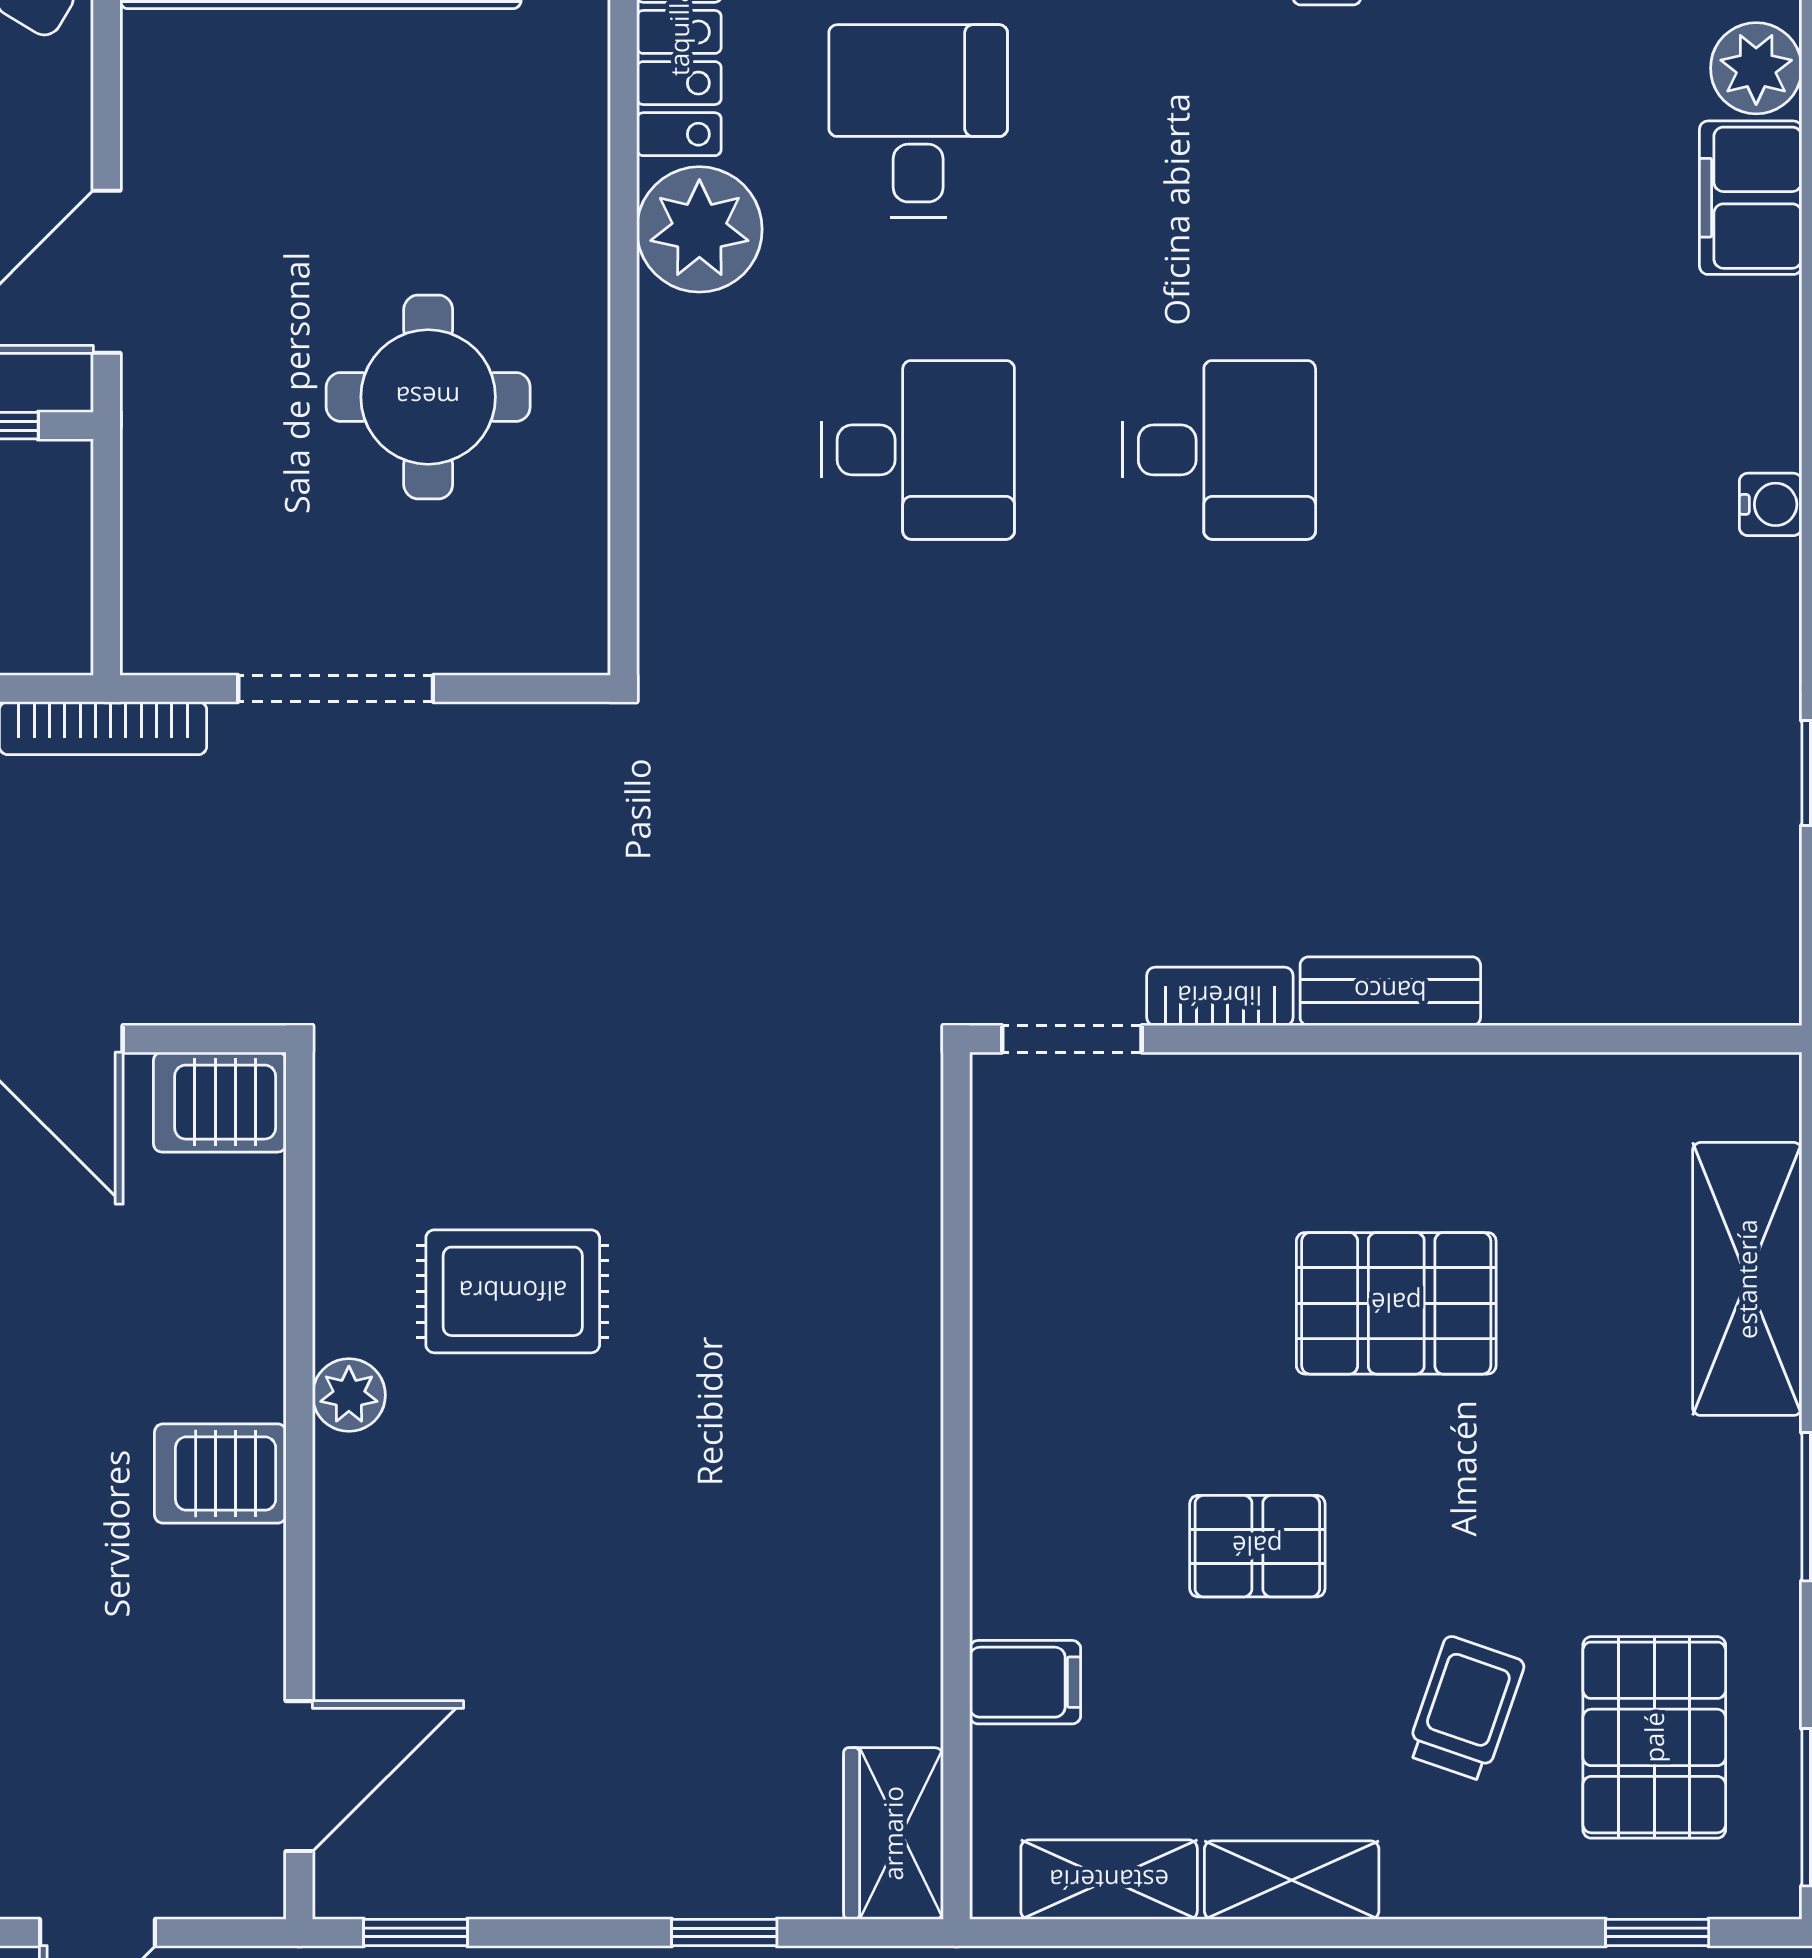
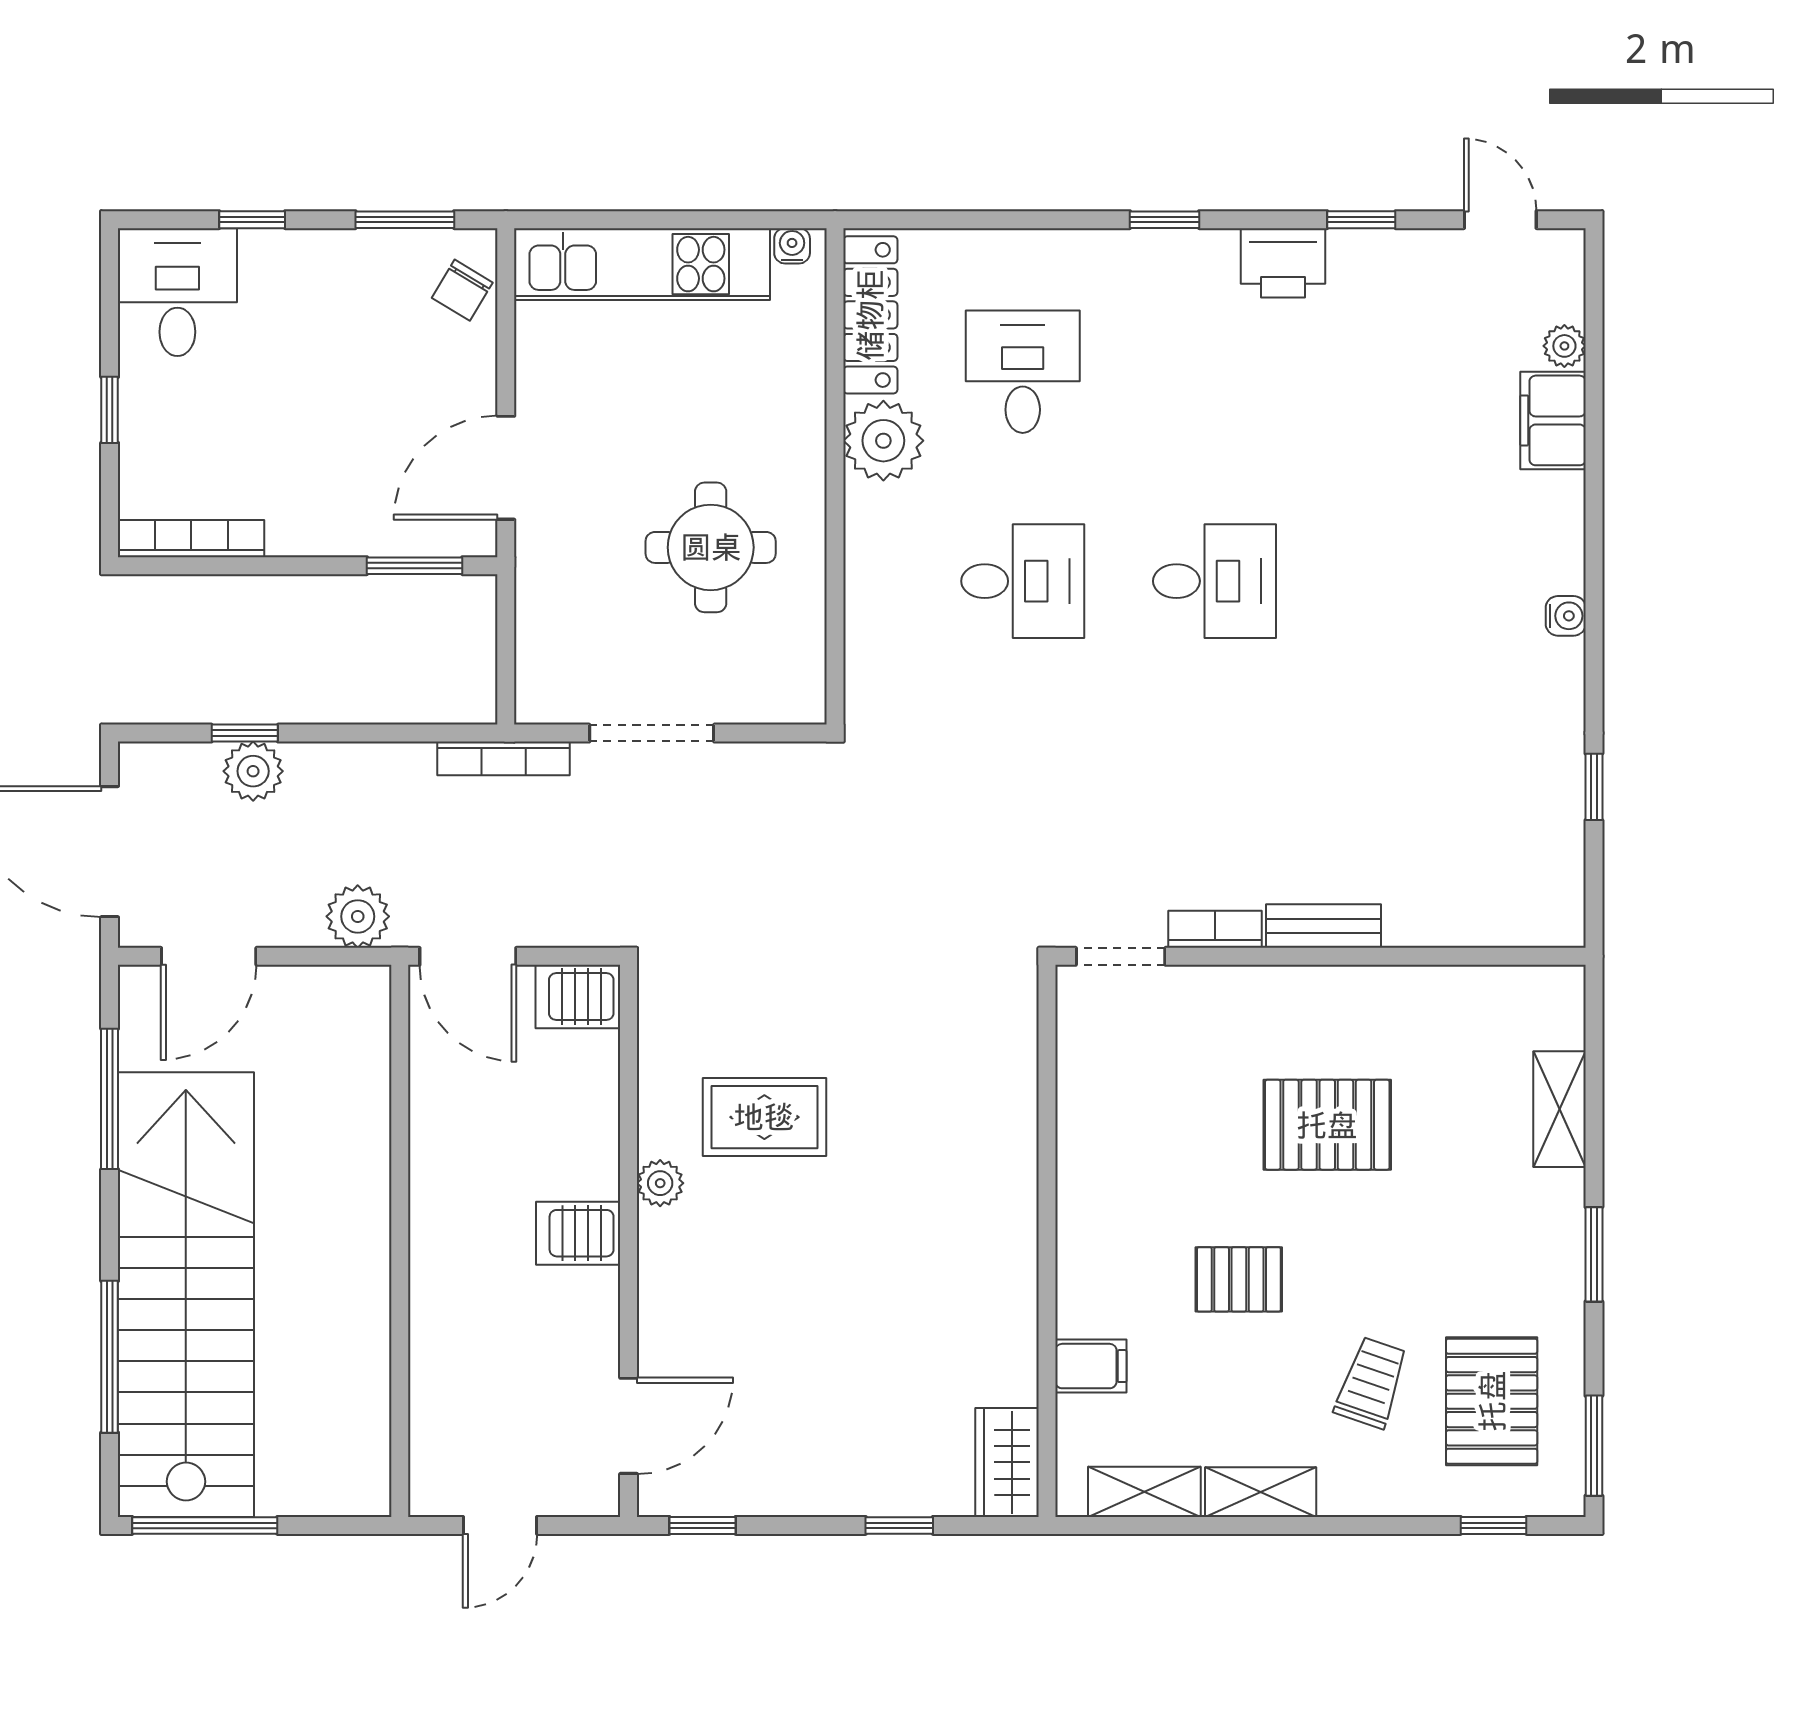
plant: (1756, 68) -> (1564, 346), width x0.73, depth x0.73
shelving: (1747, 1279) -> (1559, 1109), width x0.67, depth x0.75

